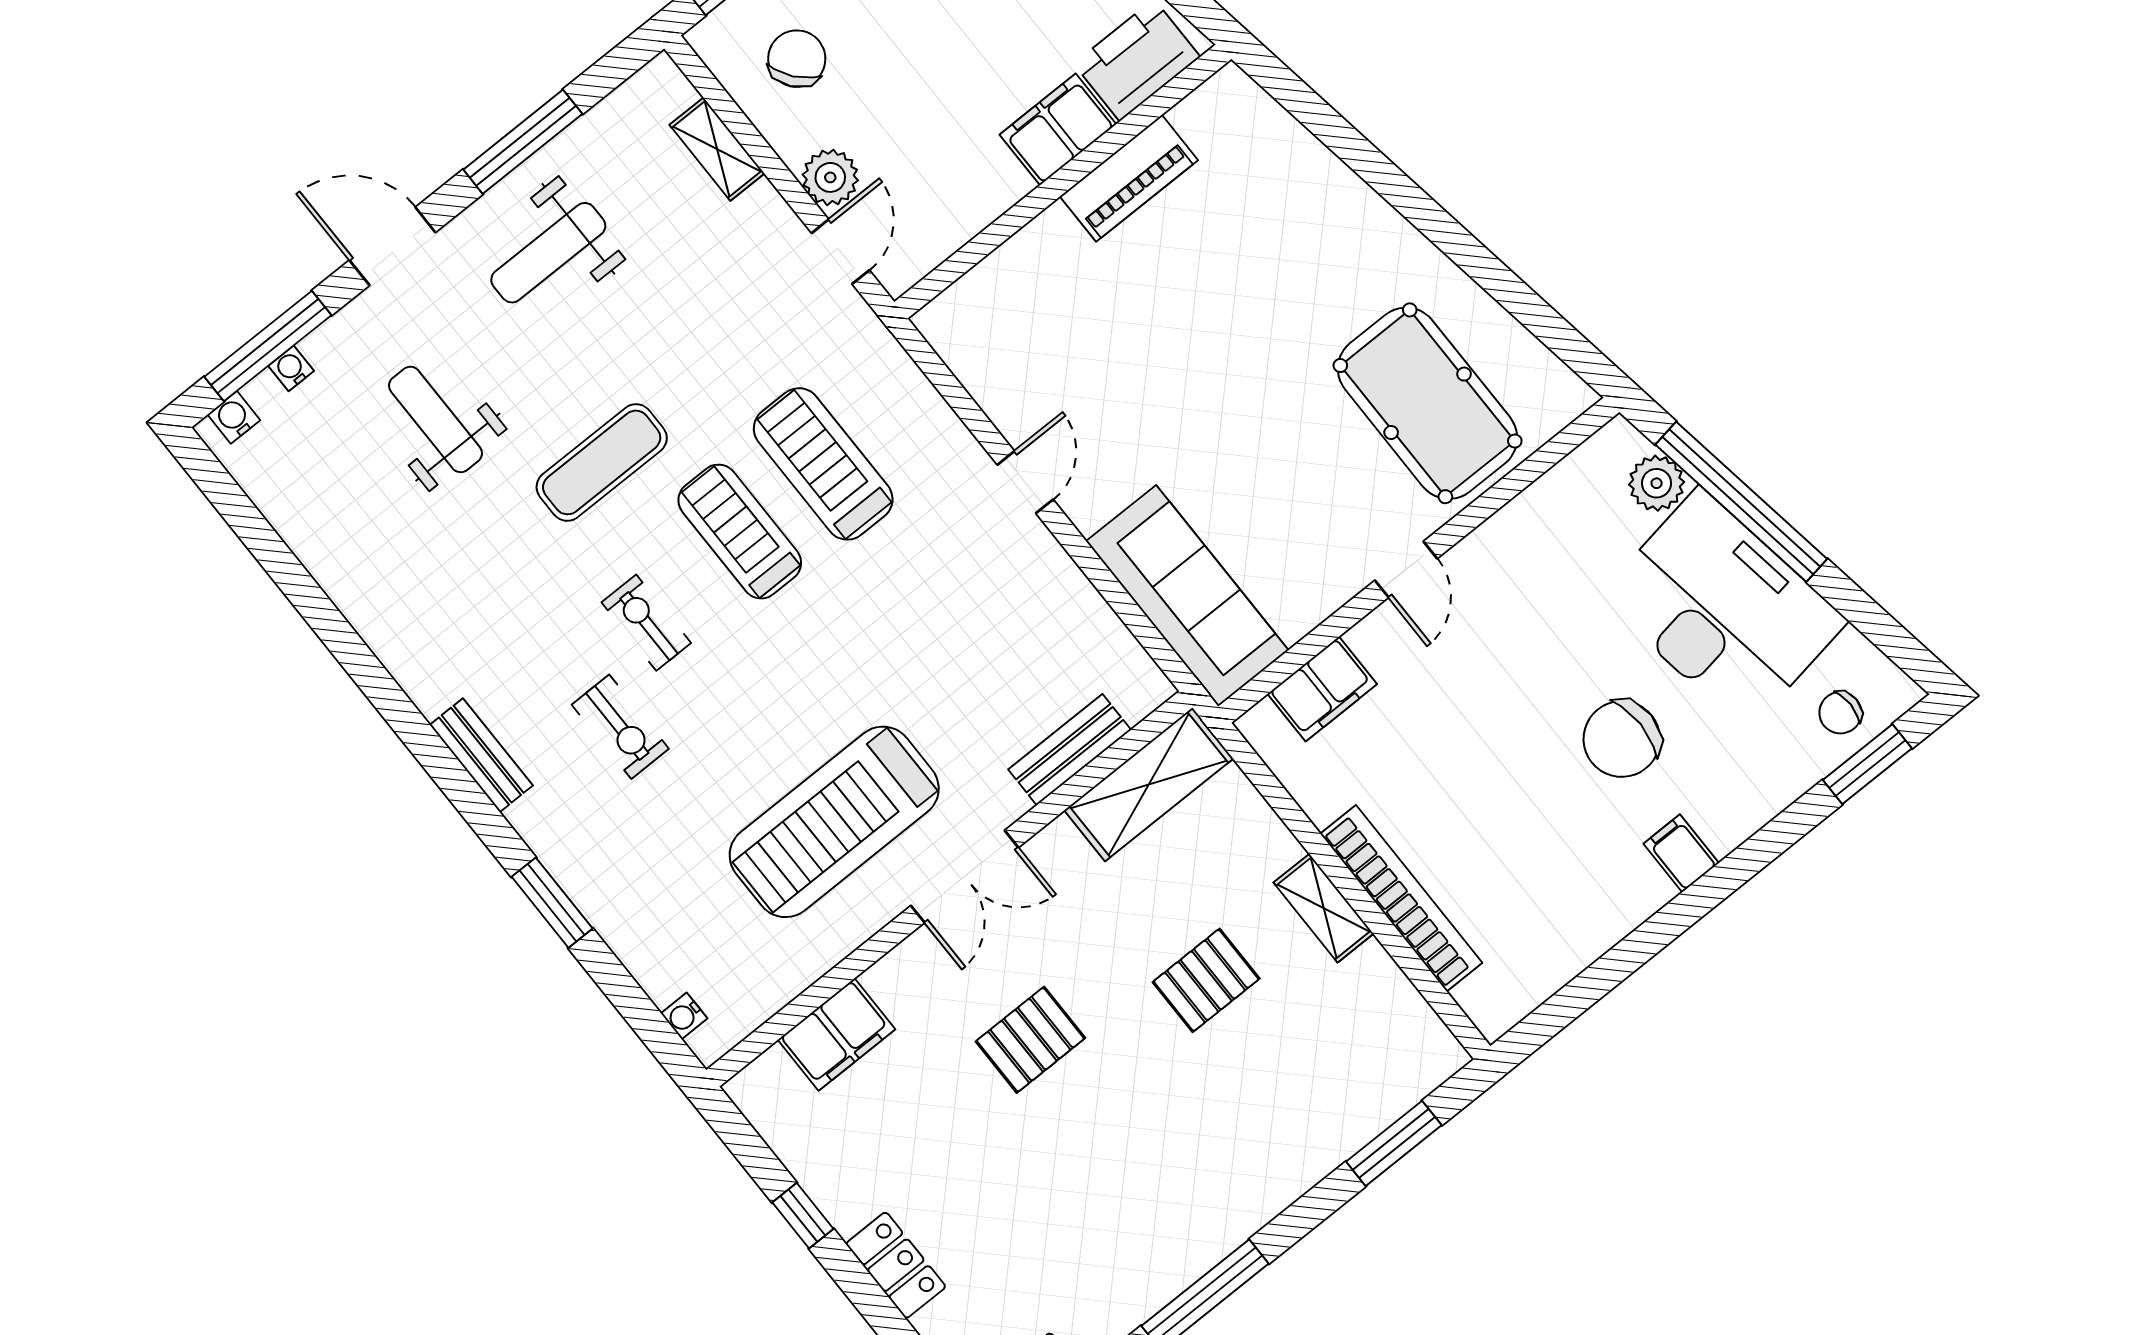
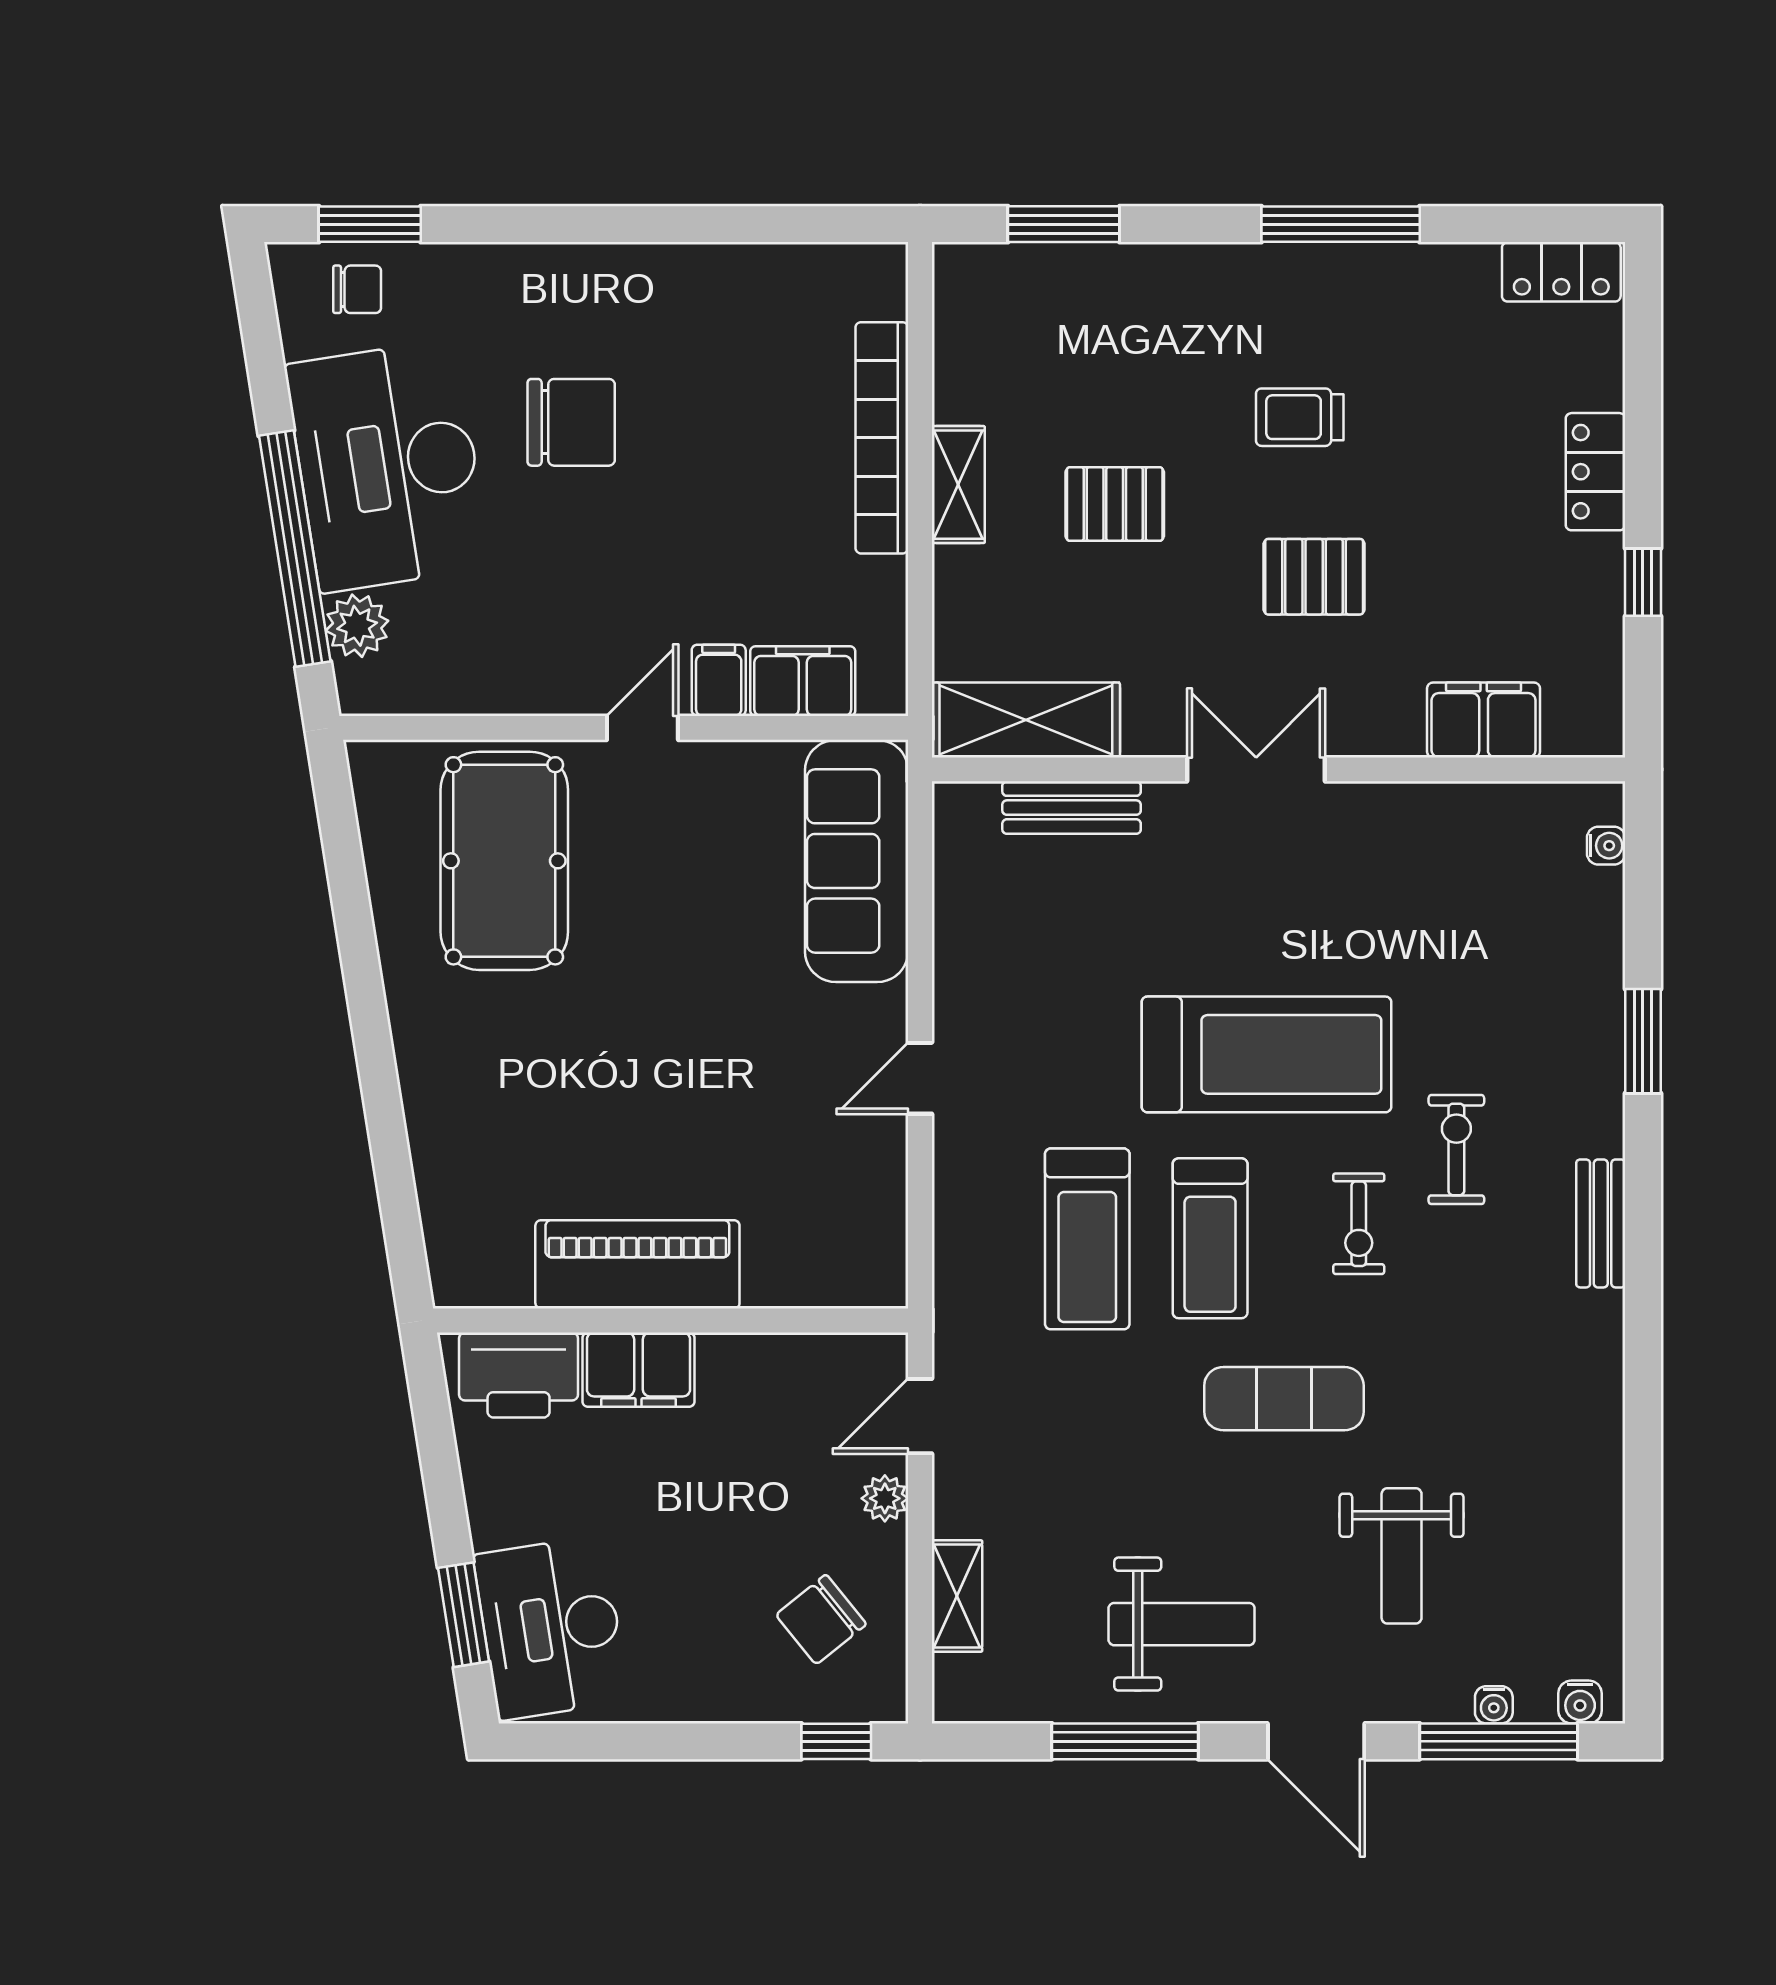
plant: (830, 177) -> (885, 1498), width x0.73, depth x0.73
piano: (1129, 178) -> (637, 1264), width x1.37, depth x1.33
treadmill: (834, 822) -> (1266, 1054), moved
filing cabinet: (1681, 853) -> (719, 680), moved, turned 180
trolley: (1127, 1141) -> (1300, 417), added

